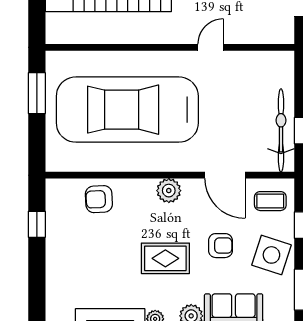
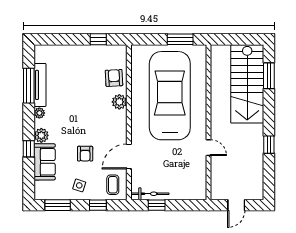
bicycle: (281, 130) -> (150, 194), width x0.73, depth x0.71
plant: (169, 191) -> (119, 102), moved
side table: (271, 255) -> (79, 185), width x0.54, depth x0.54
rug: (165, 258) -> (77, 119), removed

